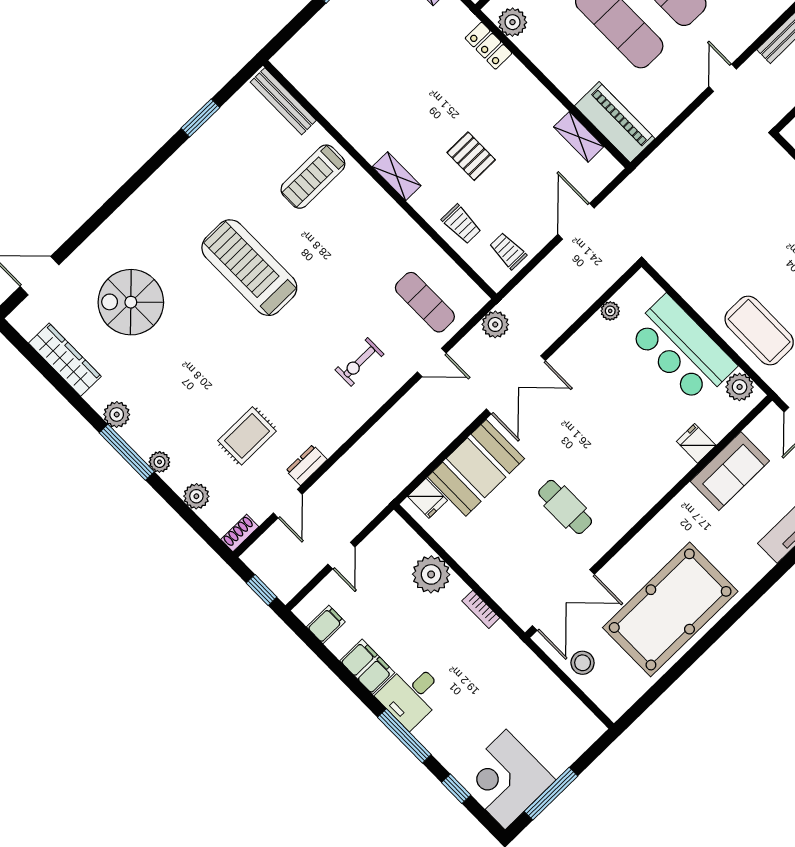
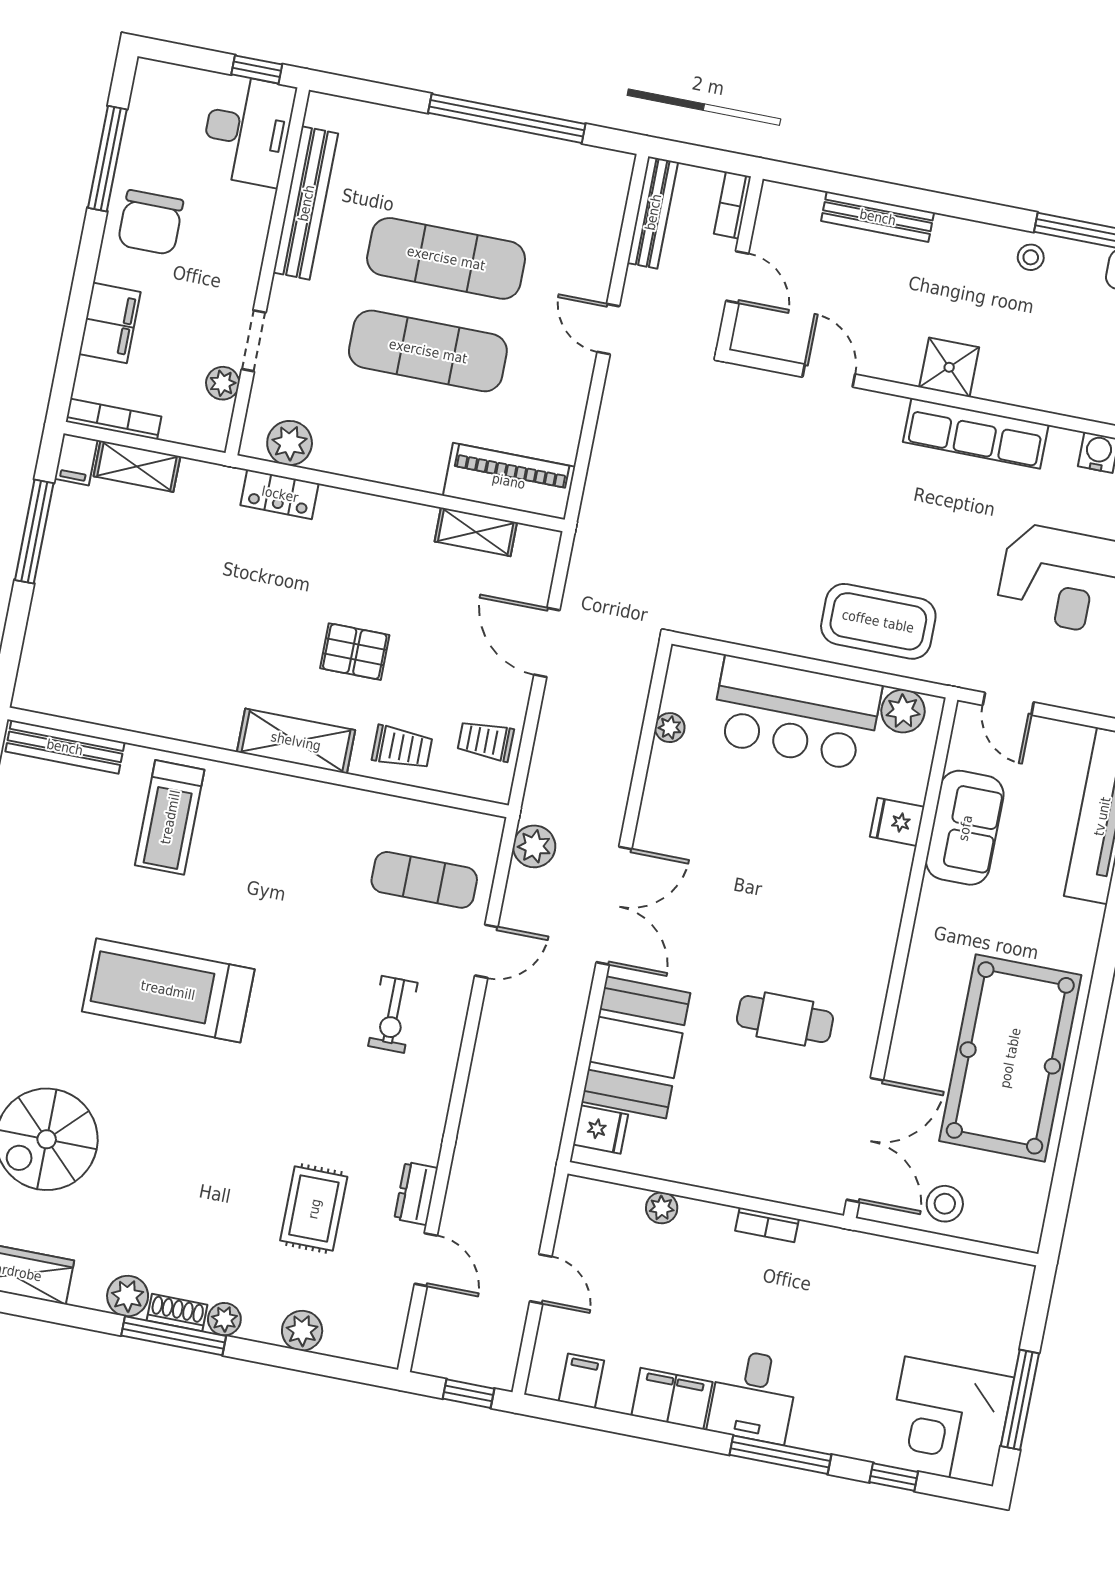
shelving: (397, 176) -> (296, 741), width x1.50, depth x1.33
shoe rack: (240, 533) -> (177, 1313), moved, turned 90
plant: (431, 574) -> (662, 1208), width x0.53, depth x0.53

